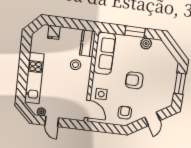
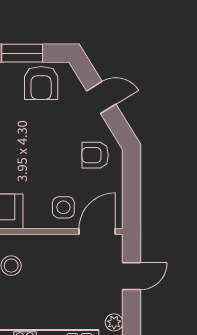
armchair: (134, 80) -> (41, 83), moved
door: (52, 121) -> (131, 276), moved

